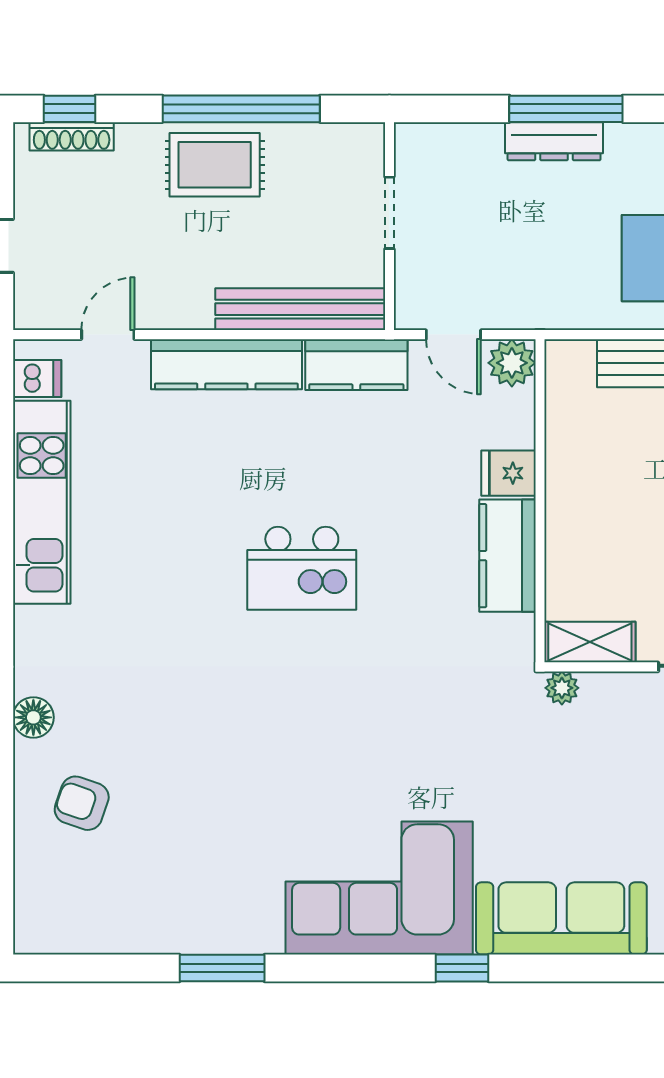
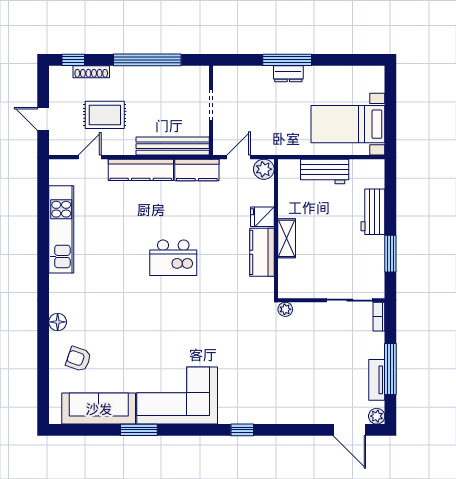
shoe rack: (72, 136) -> (91, 72), moved
dresser: (554, 141) -> (288, 74), width x0.70
rug: (215, 165) -> (105, 115), moved
door: (453, 335) -> (239, 157), swing flipped
dishwasher: (37, 378) -> (59, 176), removed
shelving: (590, 642) -> (287, 238), moved, turned 90
corner sofa: (379, 888) -> (177, 396), moved
sofa: (561, 918) -> (99, 409), moved

